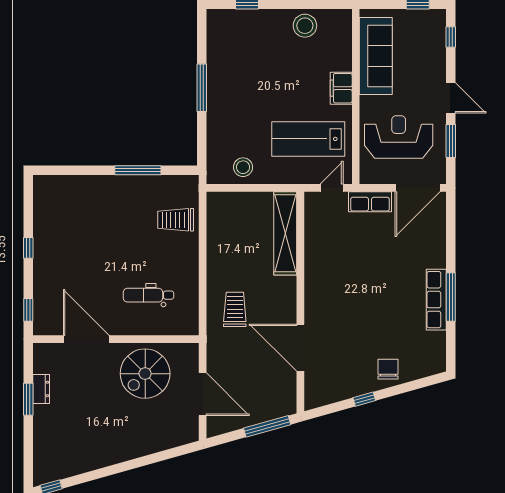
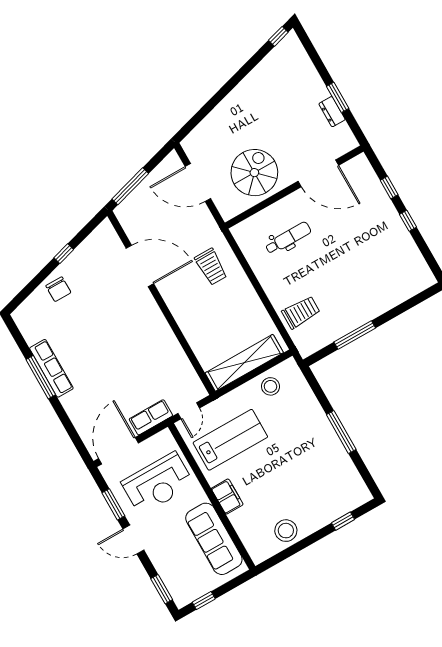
window: (451, 37) -> (162, 589), width x1.50
shelving: (285, 233) -> (244, 363), moved, turned 90
window: (28, 310) -> (389, 188), moved

